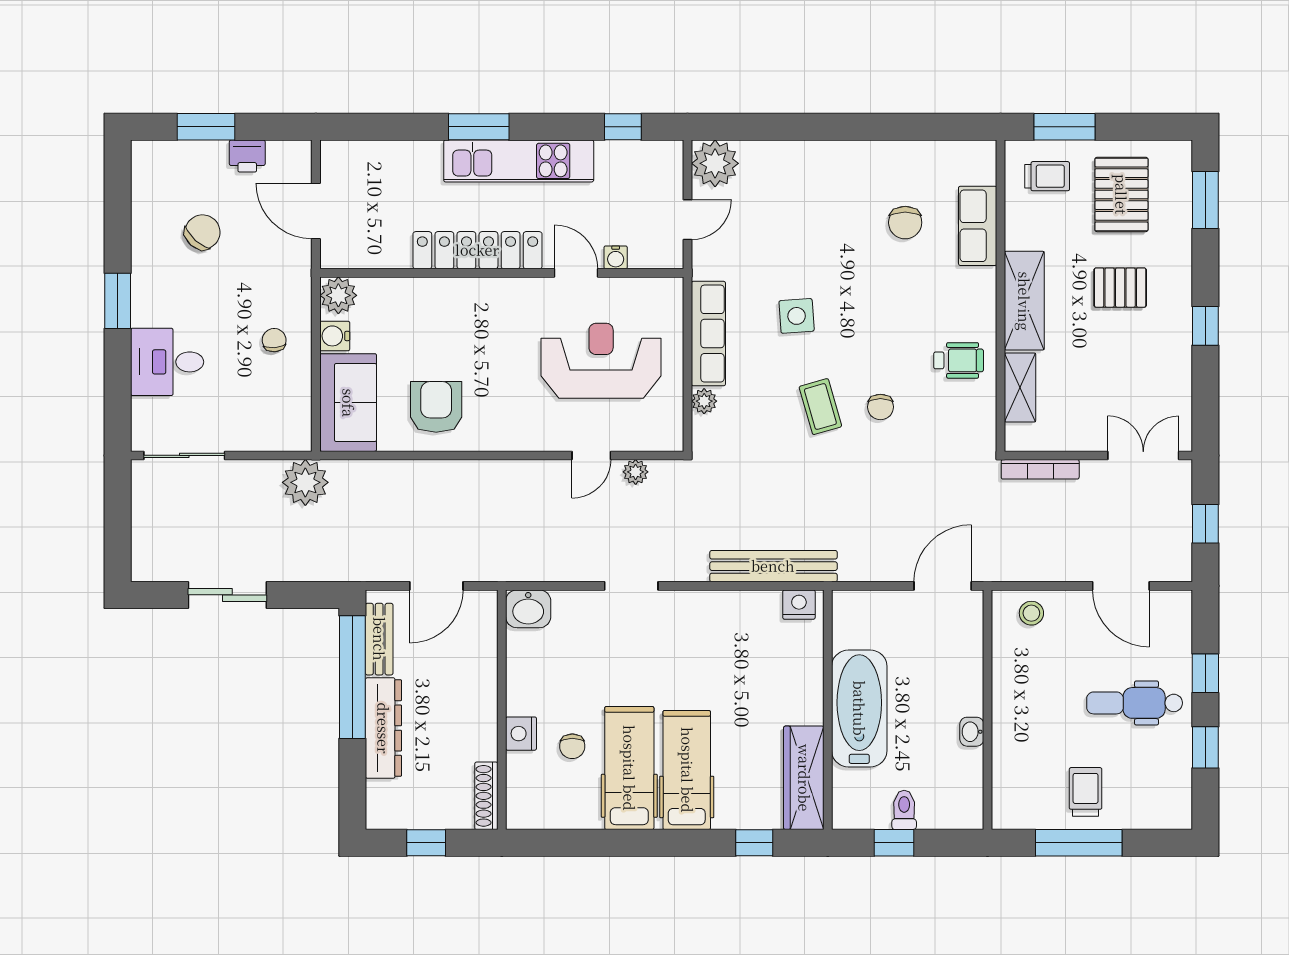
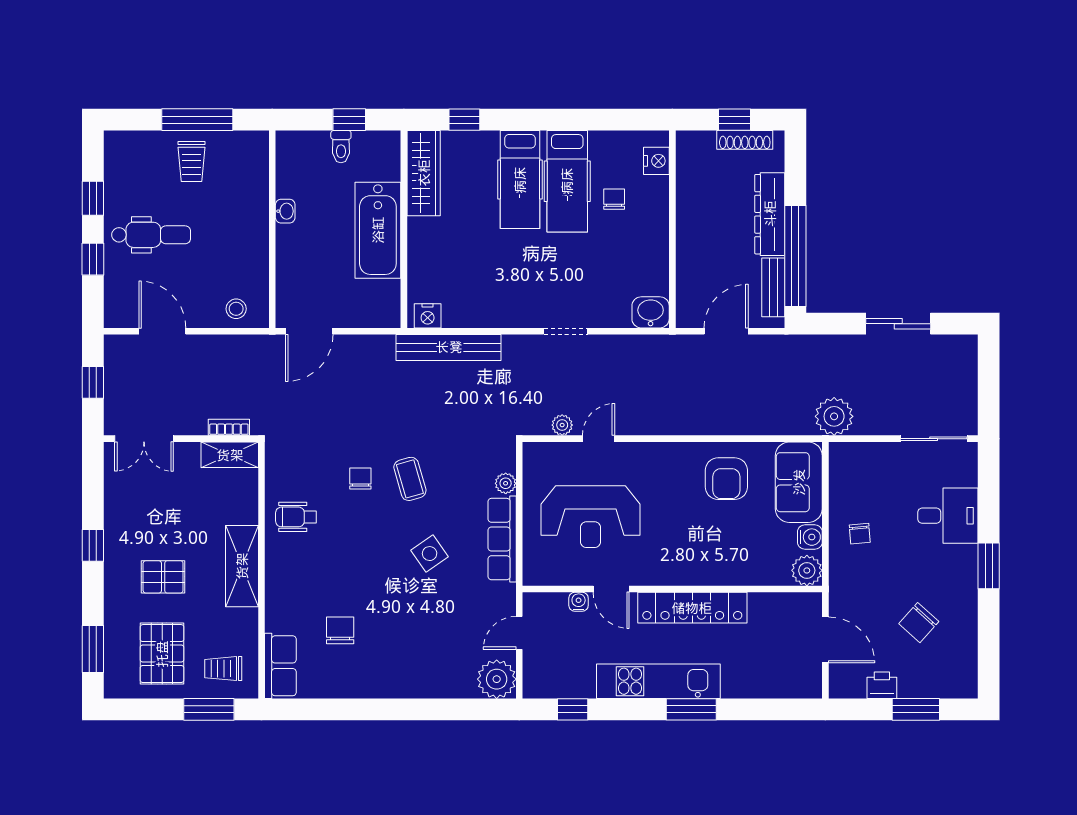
row of seats: (978, 226) -> (280, 666), moved
side table: (797, 316) -> (430, 554), turned -31
shelving: (1020, 387) -> (230, 455), moved, turned 90
bookcase: (1040, 469) -> (229, 427), width x0.64
nightstand: (521, 734) -> (656, 161), moved
shoe rack: (486, 796) -> (745, 140), moved, turned 90

